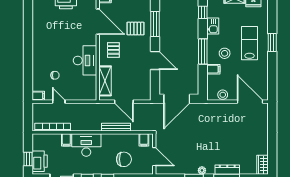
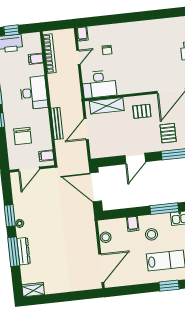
window: (203, 52) -> (164, 209), moved
desk: (85, 60) -> (99, 84), moved
filing cabinet: (66, 140) -> (36, 59), moved

